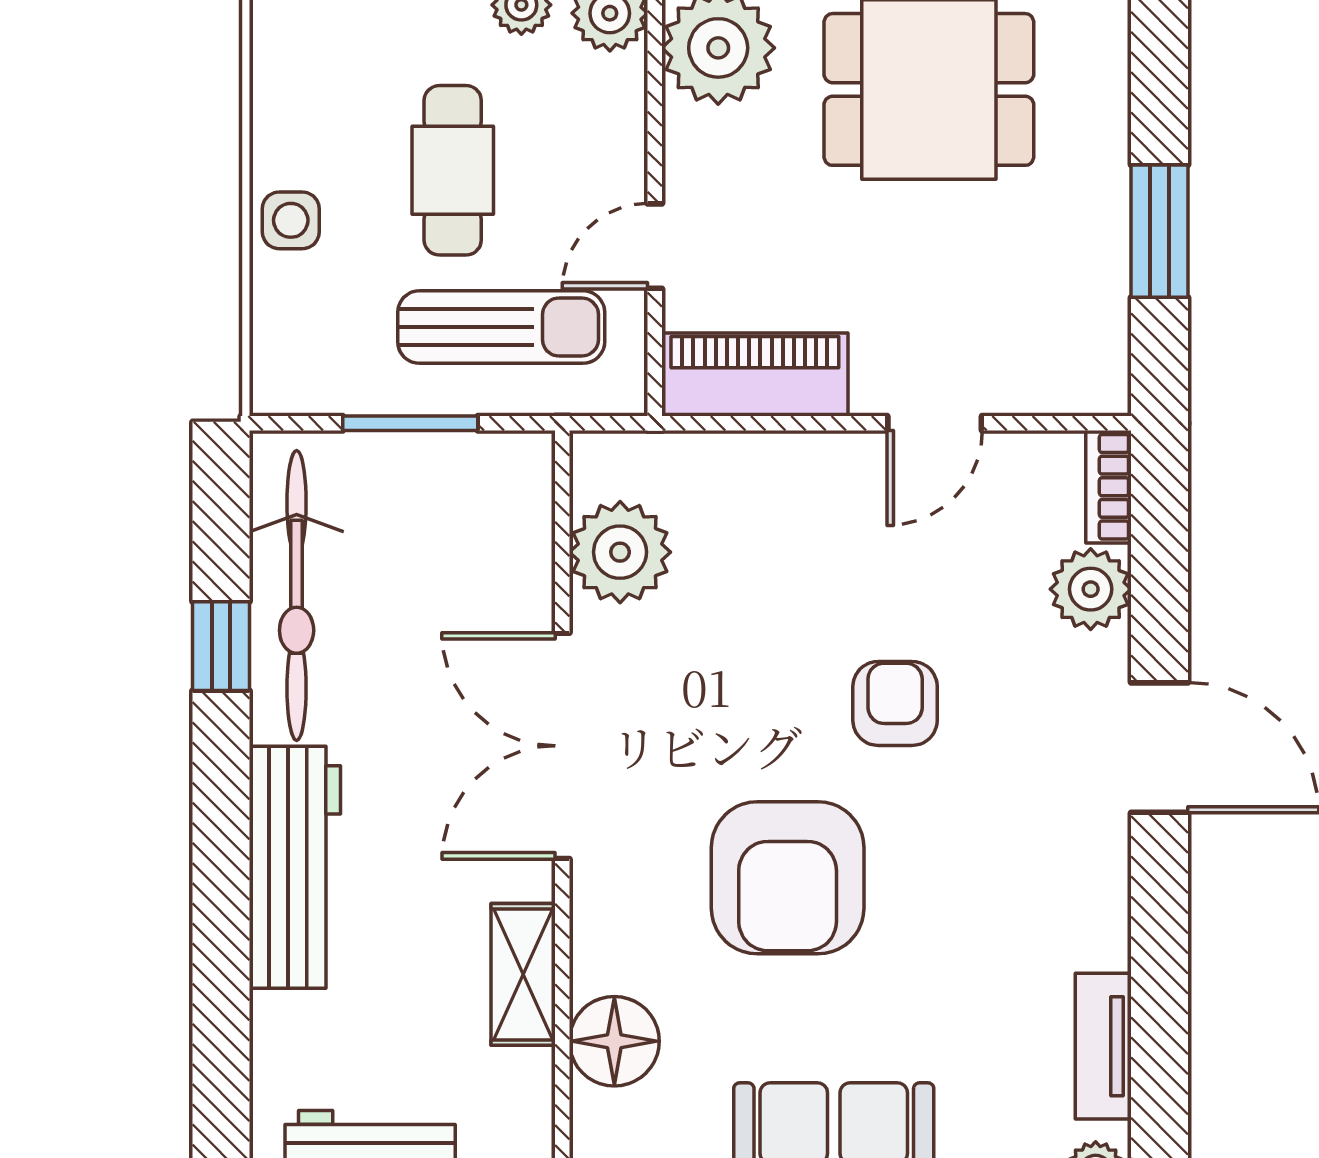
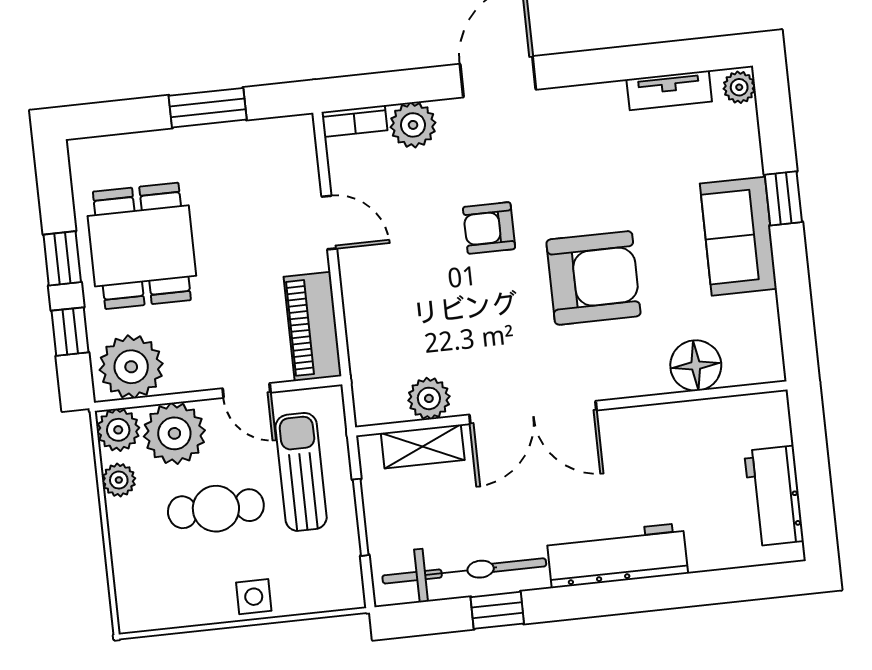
plant: (593, 111) -> (174, 433), added
plant: (620, 552) -> (429, 398), width x0.73, depth x0.73
shelving: (523, 974) -> (423, 446), moved

